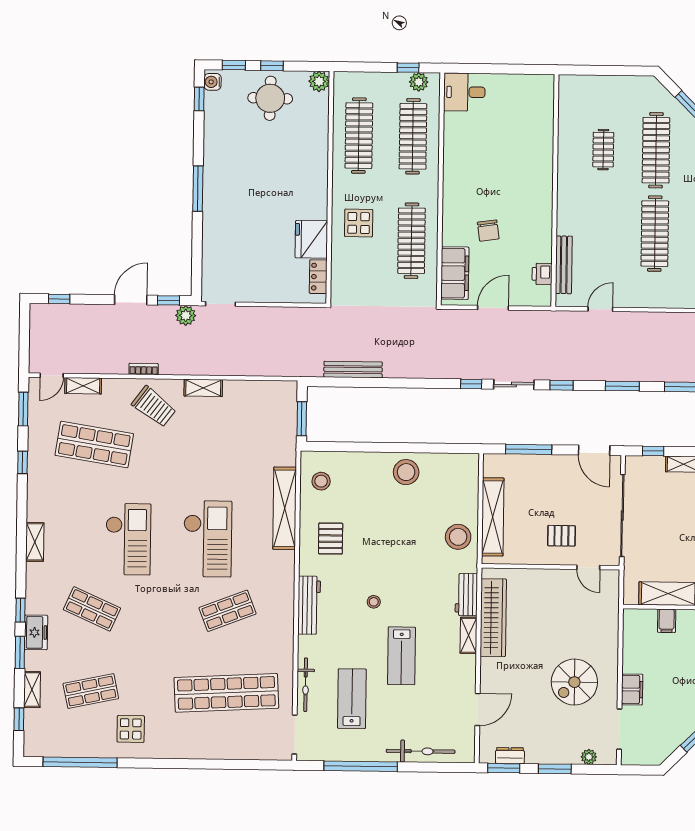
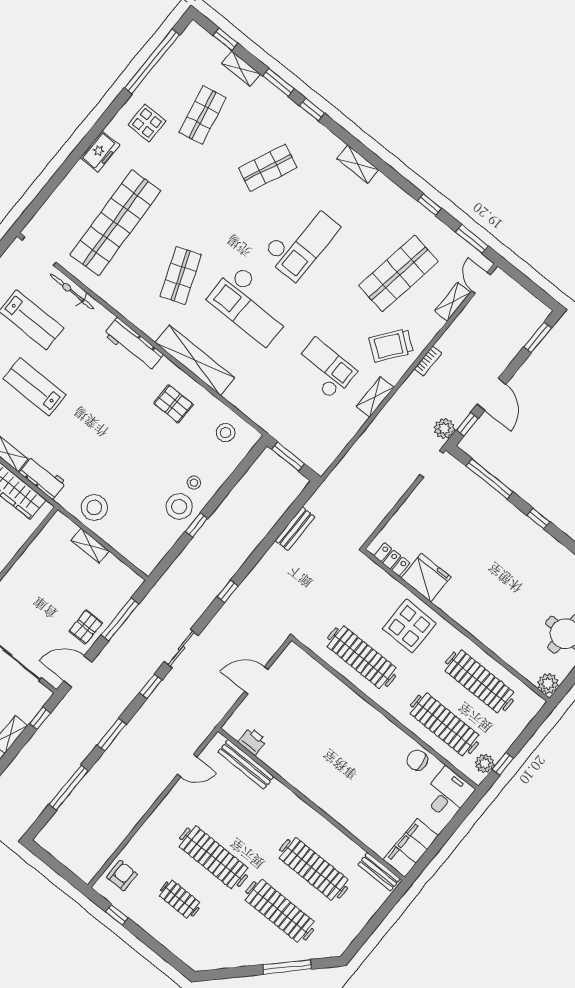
bench: (566, 98) -> (379, 872), added
clothes rail: (603, 150) -> (314, 869), width x1.86, depth x1.31
window: (198, 189) -> (538, 519), width x0.46
display table: (359, 223) -> (409, 626), width x1.36, depth x1.36
chair: (488, 231) -> (417, 760), moved
window: (197, 250) -> (490, 479), added
filing cabinet: (455, 273) -> (411, 848), moved, turned 90
window: (59, 299) -> (538, 337), width x1.50
door: (493, 308) -> (256, 680), swing flipped
door: (600, 309) -> (187, 766), hinge flipped
bench: (353, 370) -> (295, 529), width x0.73
window: (471, 384) -> (228, 591), moved
checkout: (212, 444) -> (325, 369), added
window: (410, 448) -> (196, 525), added
shelving: (285, 508) -> (195, 360), moved
shelving: (493, 517) -> (90, 546), width x0.45, depth x0.75
pallet: (561, 536) -> (86, 627), moved
checkout: (128, 539) -> (301, 241), turned -90
stool: (374, 602) -> (194, 483), moved
freezer: (36, 632) -> (100, 152), moved, turned -90

